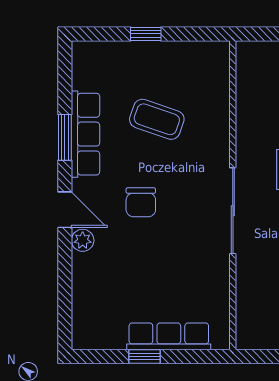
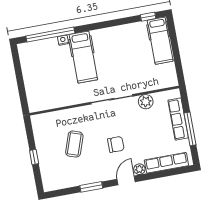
row of seats: (85, 134) -> (166, 163), moved
plant: (215, 278) -> (146, 102), added
window: (144, 357) -> (190, 129), width x2.17

